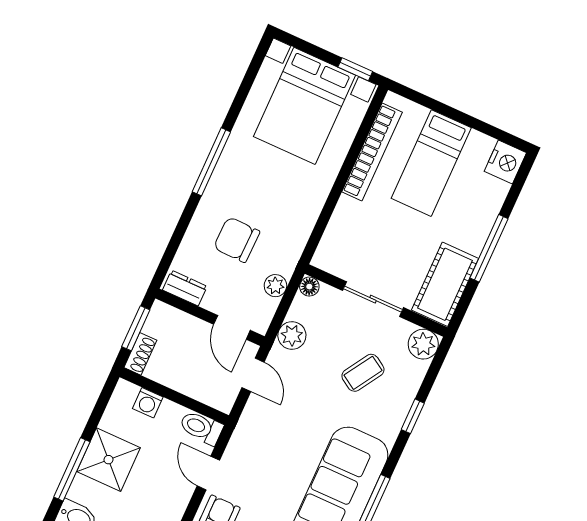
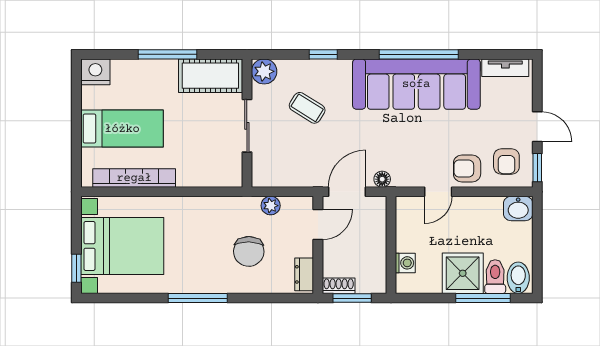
window: (355, 69) -> (76, 268), moved
floor lamp: (309, 287) -> (382, 179), moved
plant: (292, 335) -> (303, 176), removed
shoe rack: (140, 354) -> (339, 286), moved
door: (253, 375) -> (347, 192), width x1.38
toilet: (201, 428) -> (495, 277), moved, turned 180

